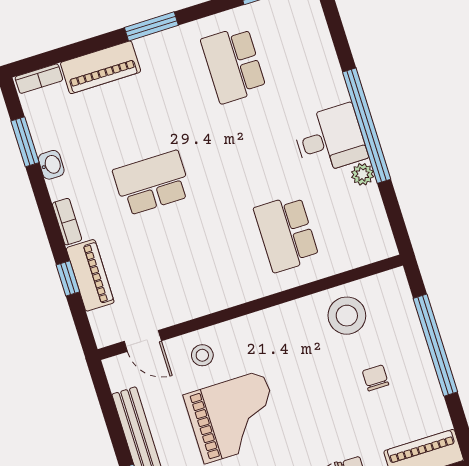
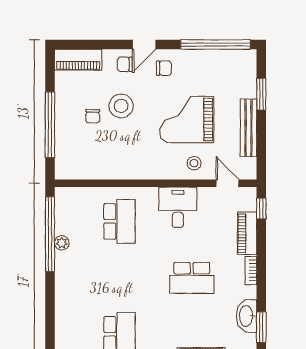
window: (367, 126) -> (50, 234), moved
desk: (330, 139) -> (178, 207), moved, turned 90
washbasin: (51, 165) -> (247, 316), width x1.91, depth x1.45
window: (68, 278) -> (261, 209), moved
stool: (347, 316) -> (121, 106), moved

